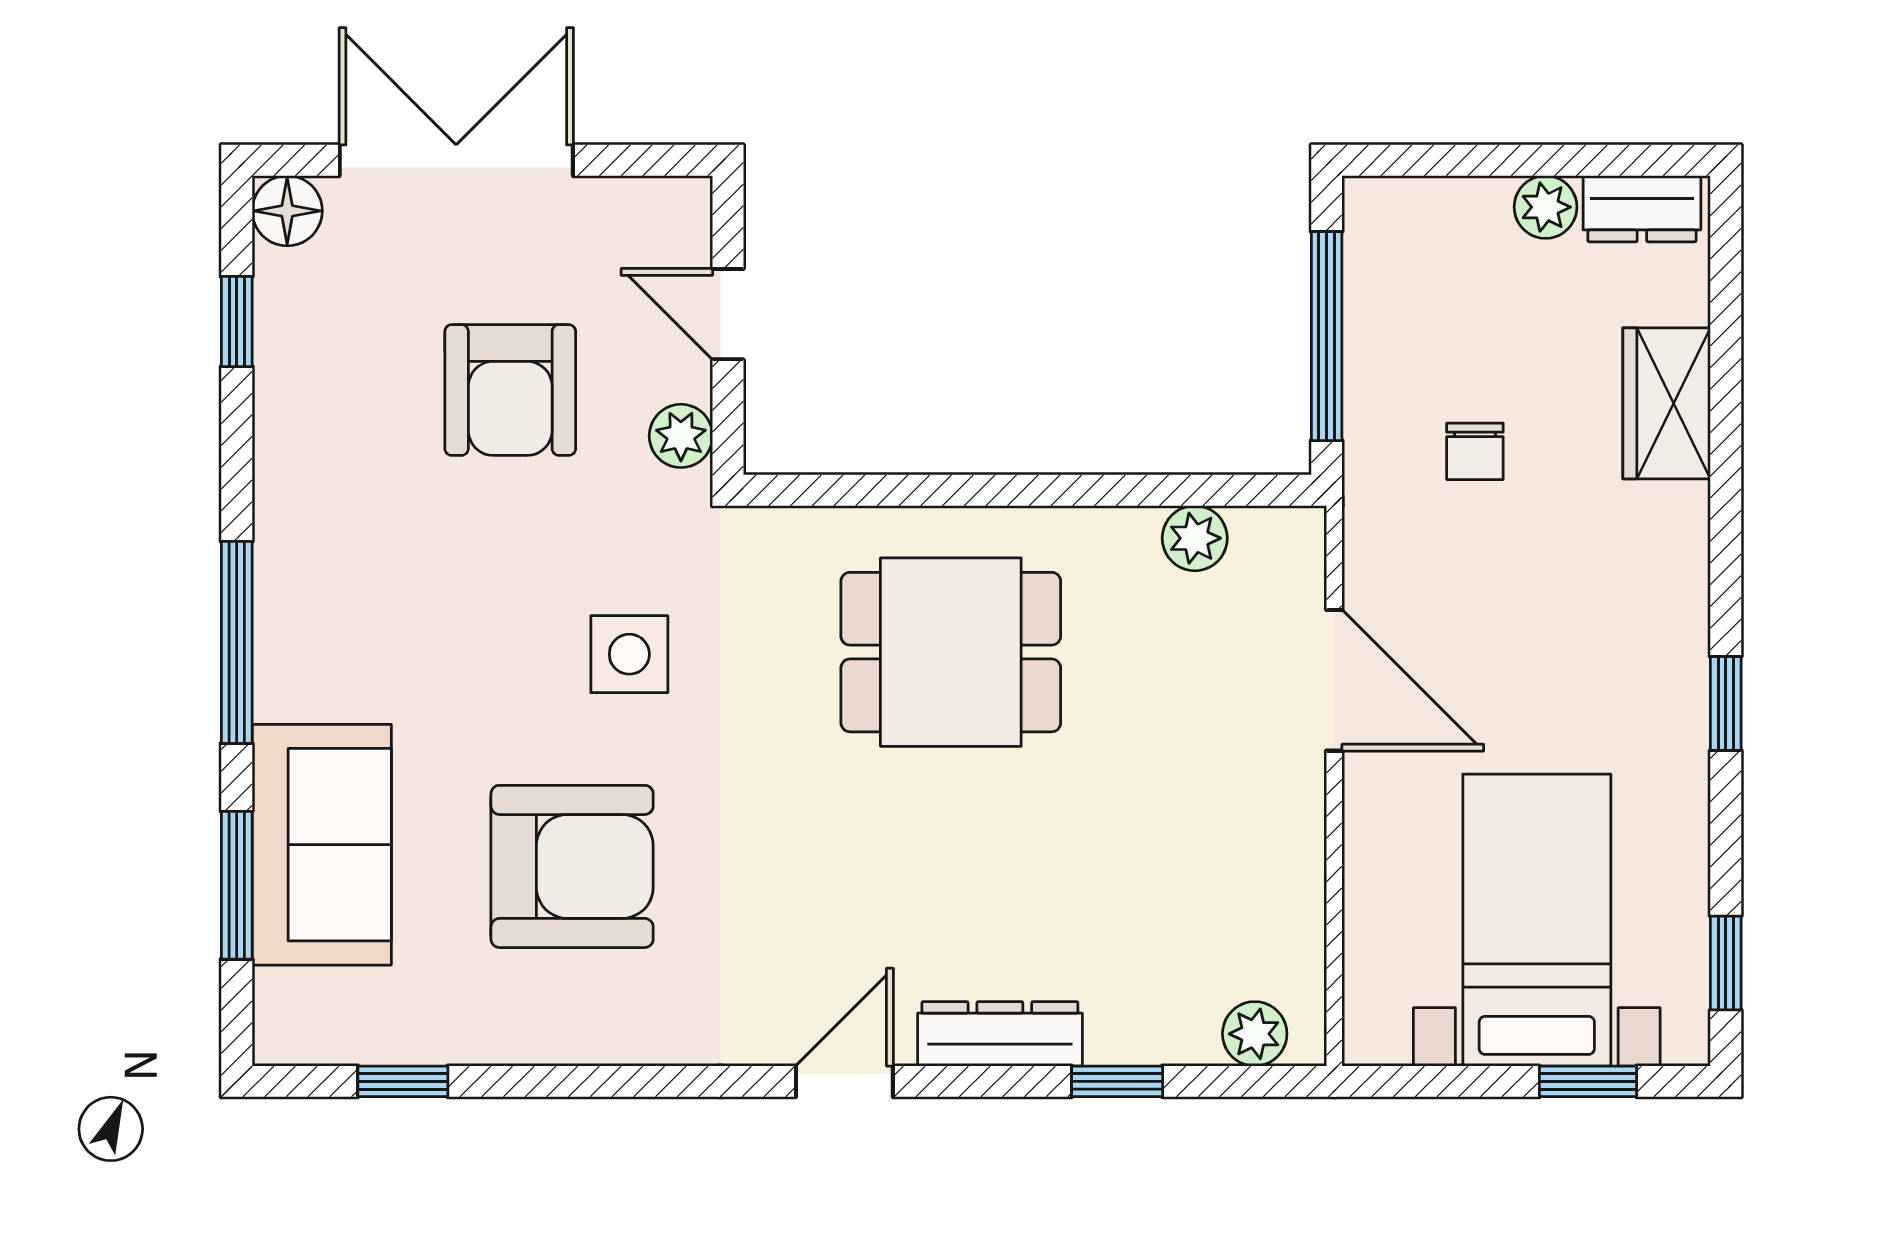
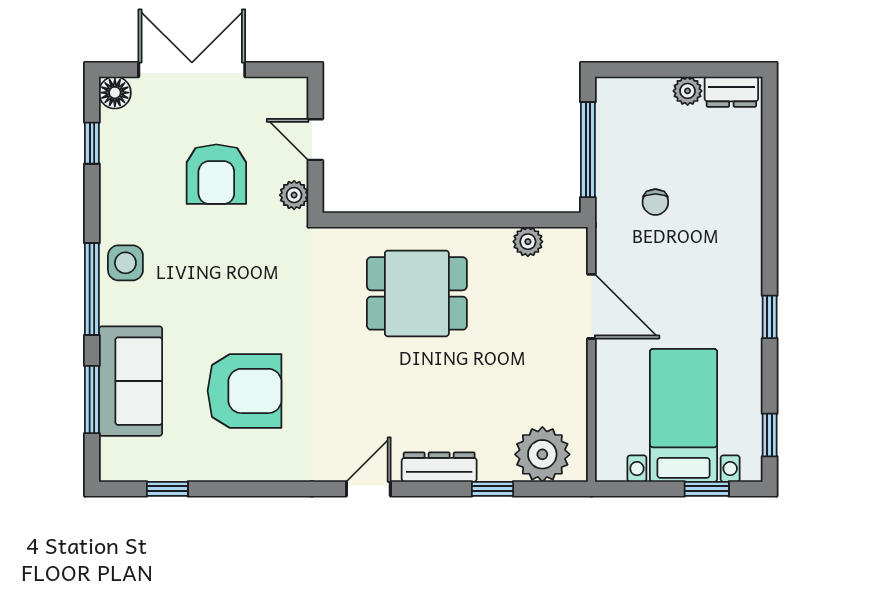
wardrobe: (1667, 403) -> (743, 180), removed
side table: (629, 654) -> (125, 263), moved
plant: (1255, 1034) -> (542, 454), width x1.87, depth x1.87

